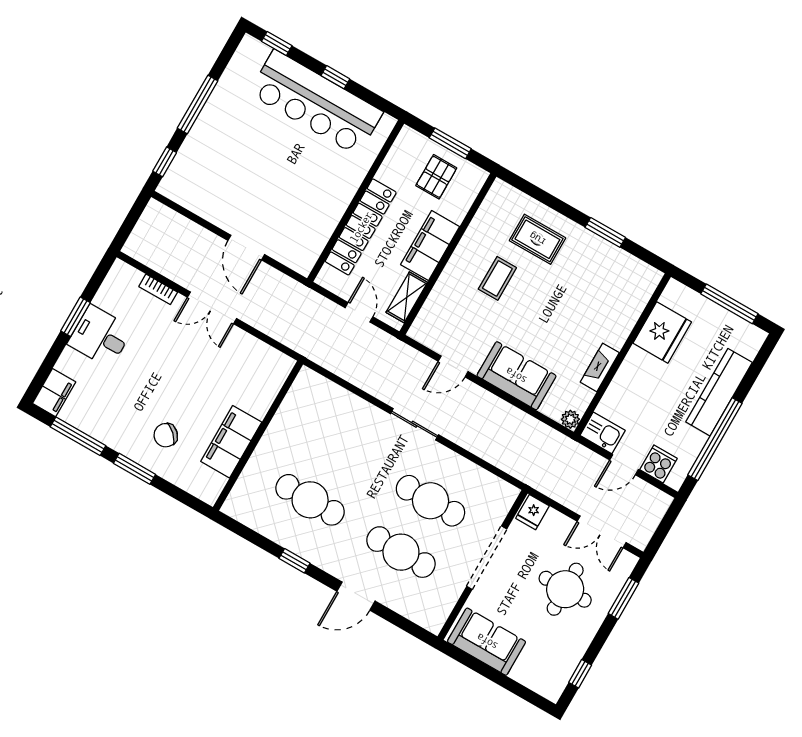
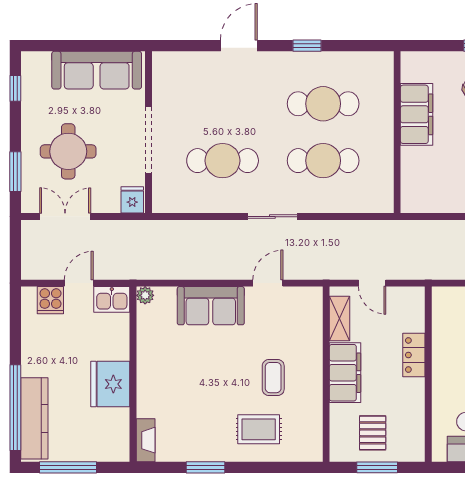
locker: (361, 227) -> (414, 355), width x0.46, depth x0.83
fridge: (662, 333) -> (110, 384), moved
fireplace: (600, 367) -> (146, 440), moved
kitchen counter: (719, 392) -> (34, 418), moved
window: (715, 439) -> (15, 408), moved
cafe table: (401, 552) -> (323, 161), moved
sofa: (487, 642) -> (97, 70), width x1.36

